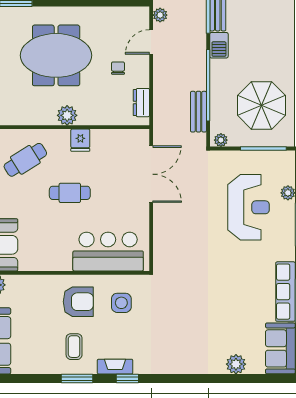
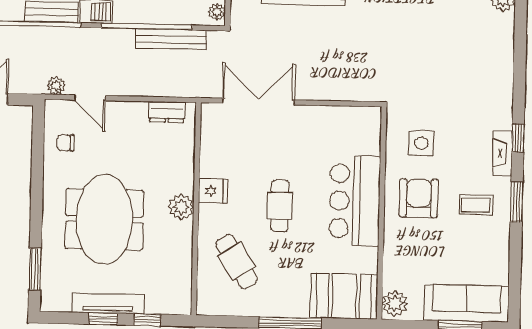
chair: (118, 68) -> (66, 143), moved
bench: (198, 112) -> (171, 39), width x1.36
bar counter: (108, 252) -> (355, 201), moved

